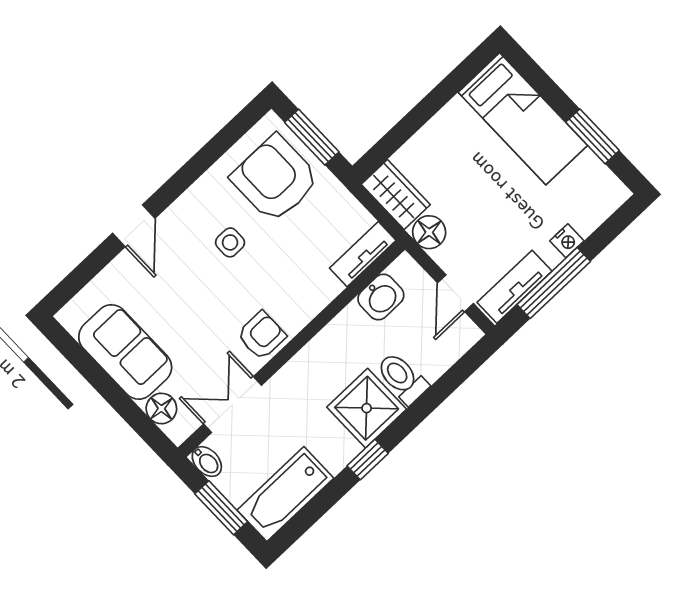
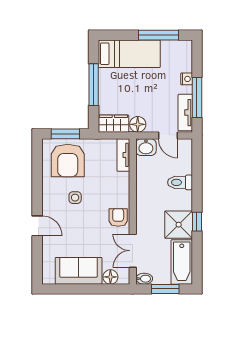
window: (426, 109) -> (94, 85), added
window: (593, 136) -> (159, 35), width x1.44
armchair: (275, 179) -> (68, 161), turned -90
washbasin: (381, 297) -> (146, 147), moved, turned 90
shower: (367, 408) -> (179, 225), moved

